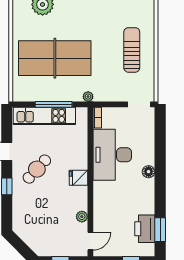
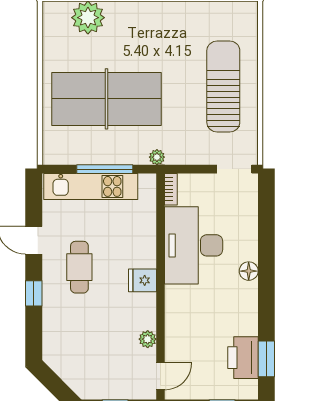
sun lounger: (132, 50) -> (223, 86), width x1.36, depth x1.34
cafe table: (37, 169) -> (79, 267), turned -43

